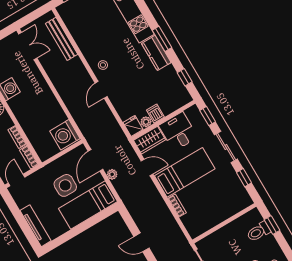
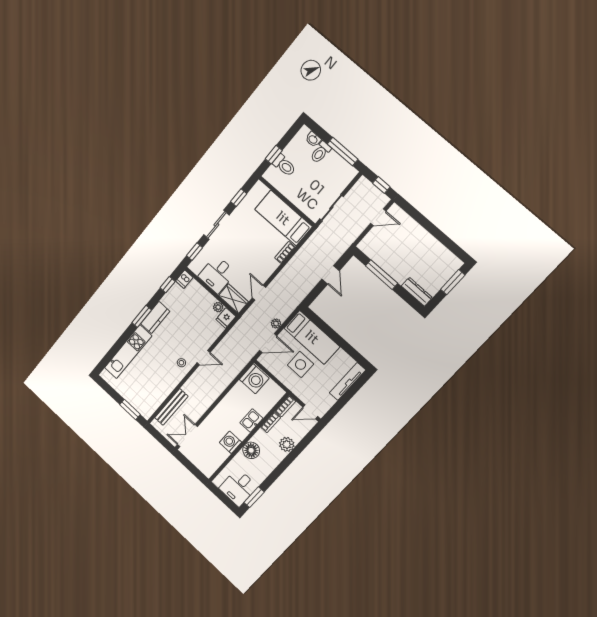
dishwasher: (155, 113) -> (184, 279), moved
kitchen sink: (24, 118) -> (251, 421), added
bed: (185, 172) -> (283, 218), moved

